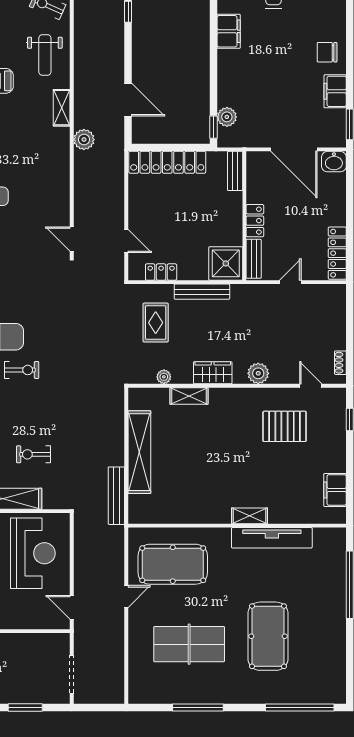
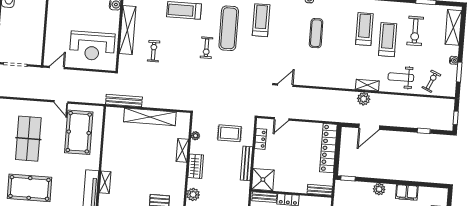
plant: (227, 117) -> (379, 189), moved
plant: (84, 140) -> (364, 99), moved

